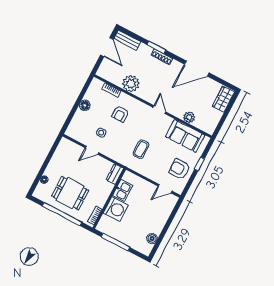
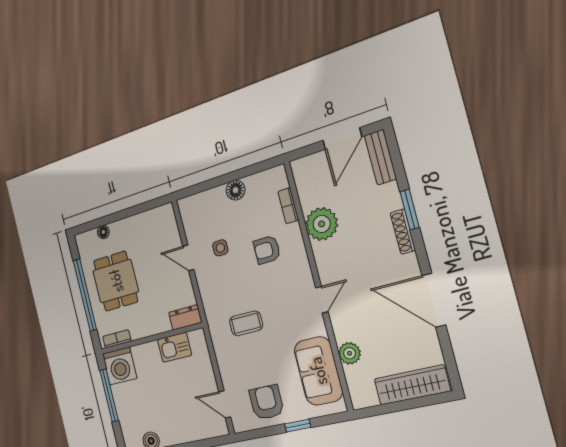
wardrobe: (223, 99) -> (412, 385), width x1.50
washing machine: (116, 209) -> (120, 366), moved

